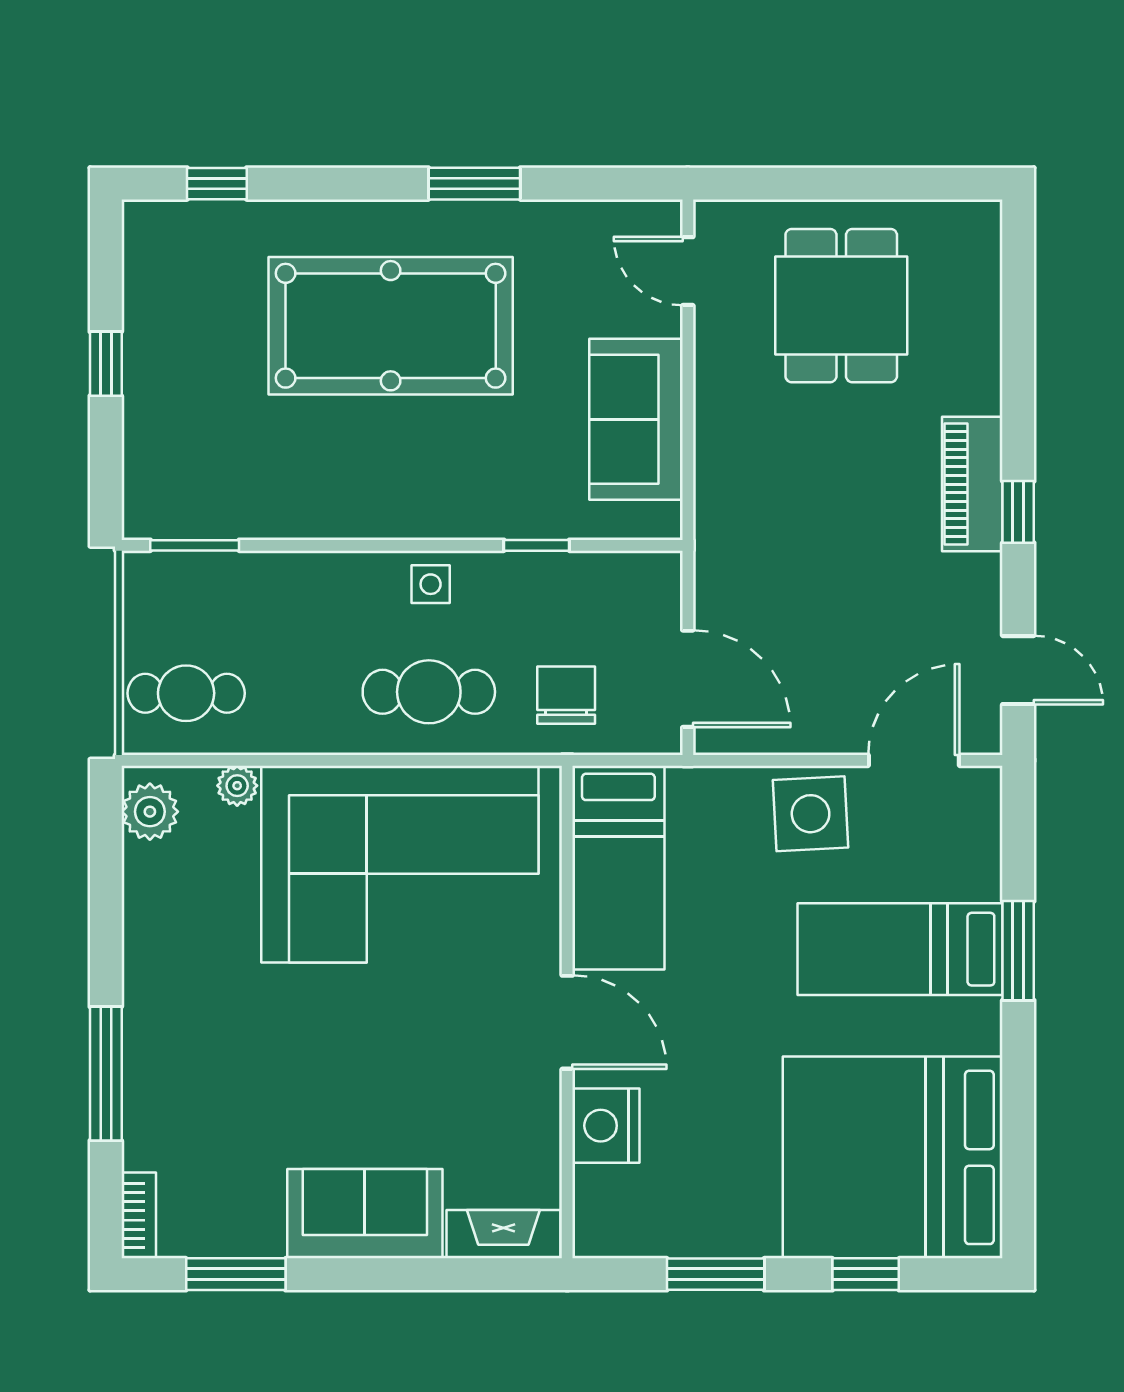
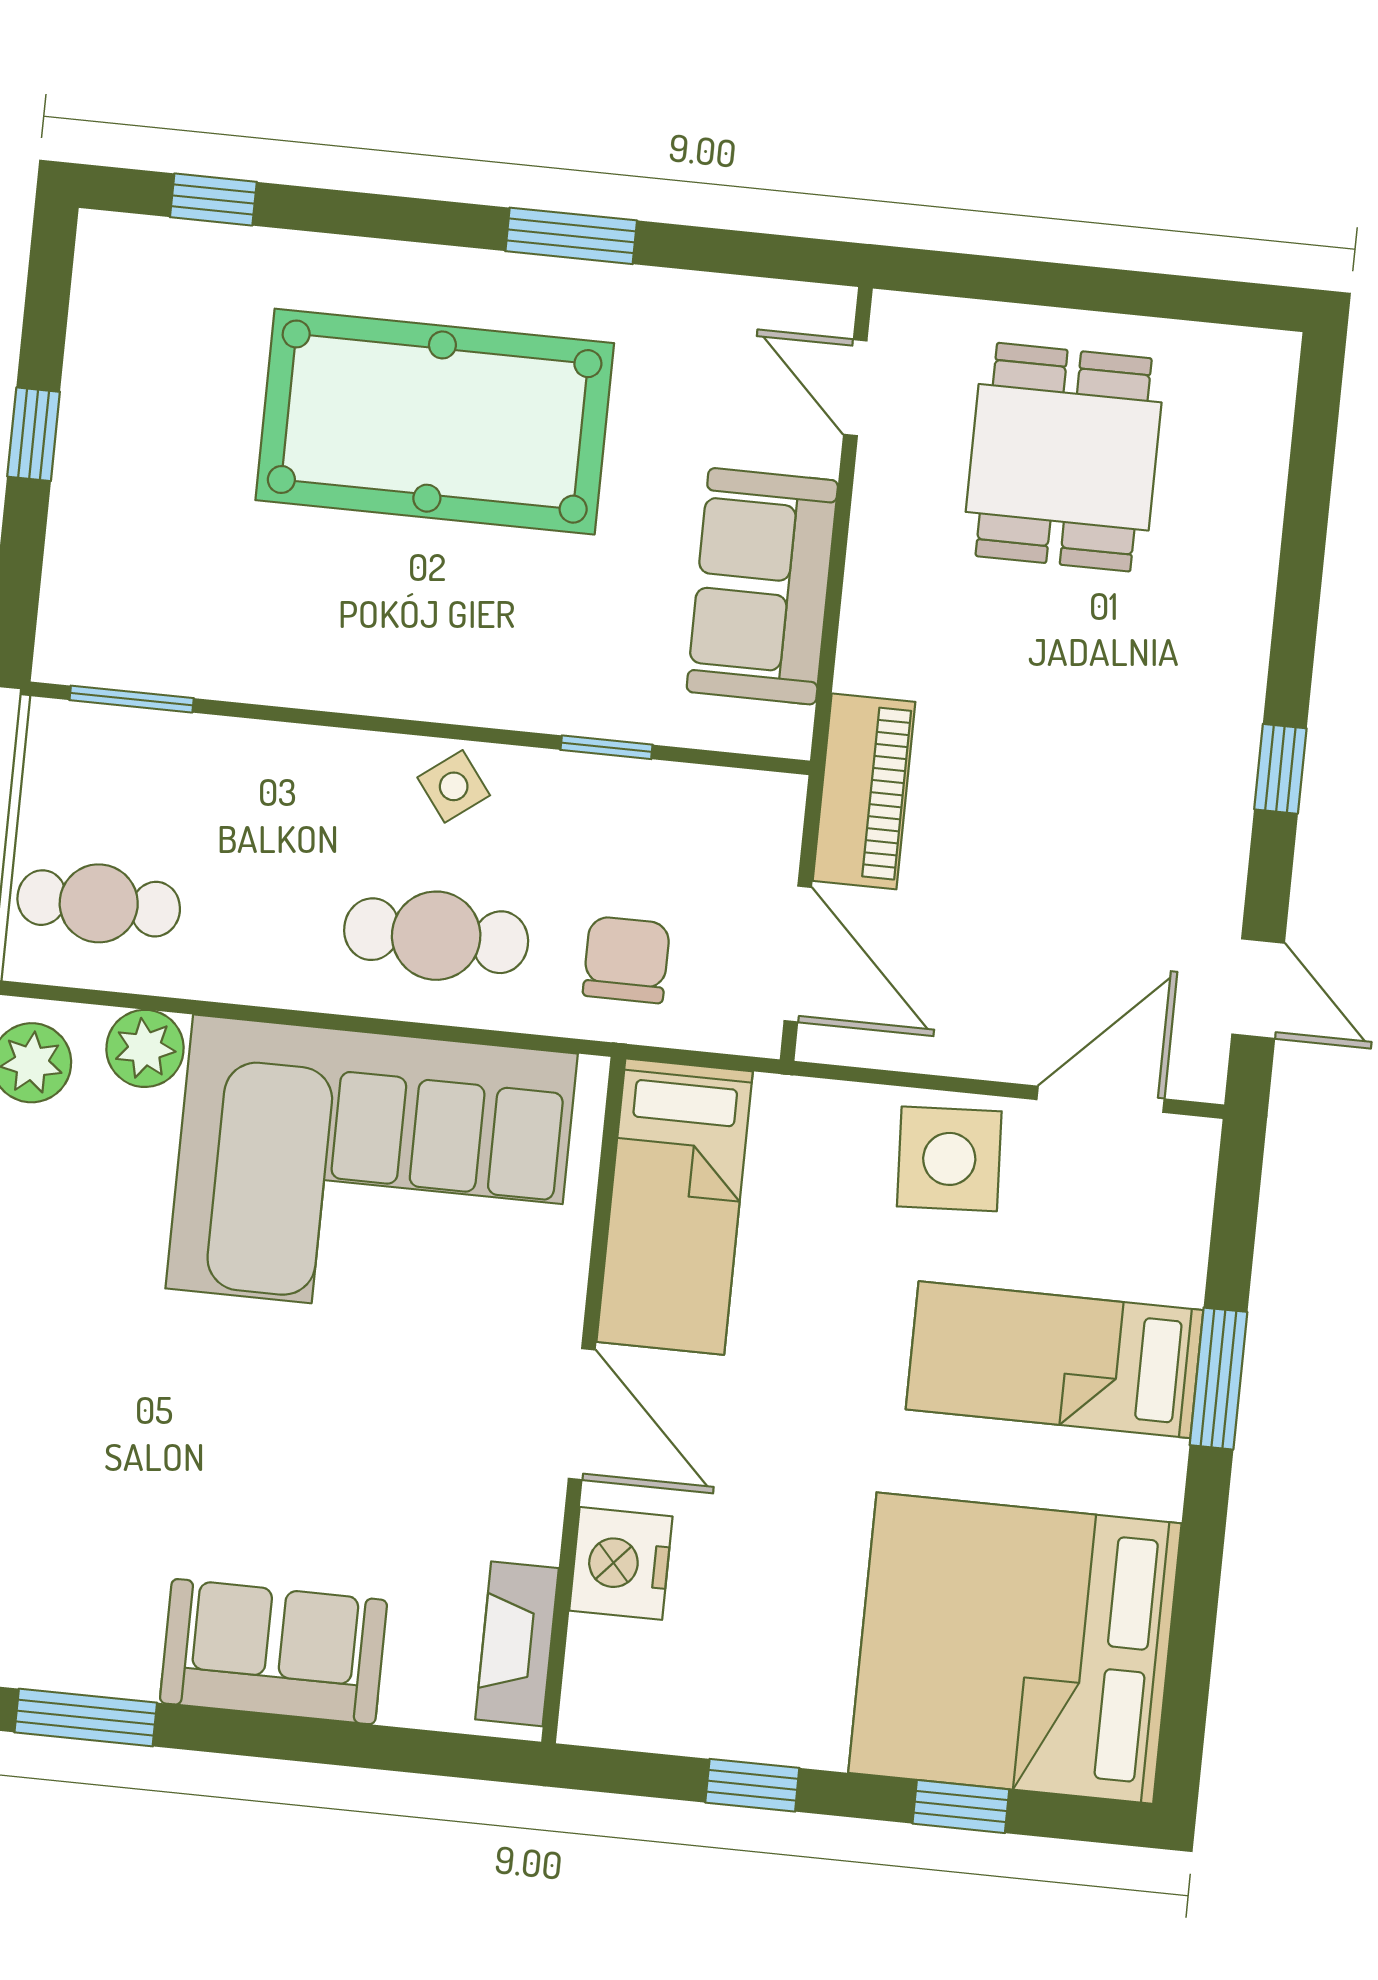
piano: (972, 484) -> (864, 791), moved, turned 180
side table: (431, 584) -> (454, 786), turned -37
plant: (237, 786) -> (145, 1048), width x1.38, depth x1.38
fireplace: (503, 1234) -> (517, 1644), moved, turned -90
window: (716, 1274) -> (752, 1785), width x0.67

